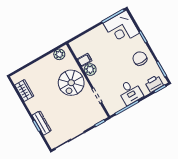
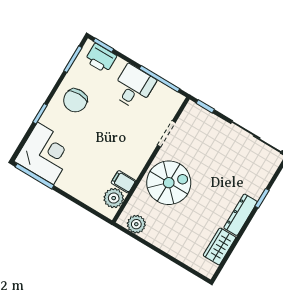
plant: (90, 70) -> (114, 198), moved
dresser: (42, 123) -> (241, 215), moved

